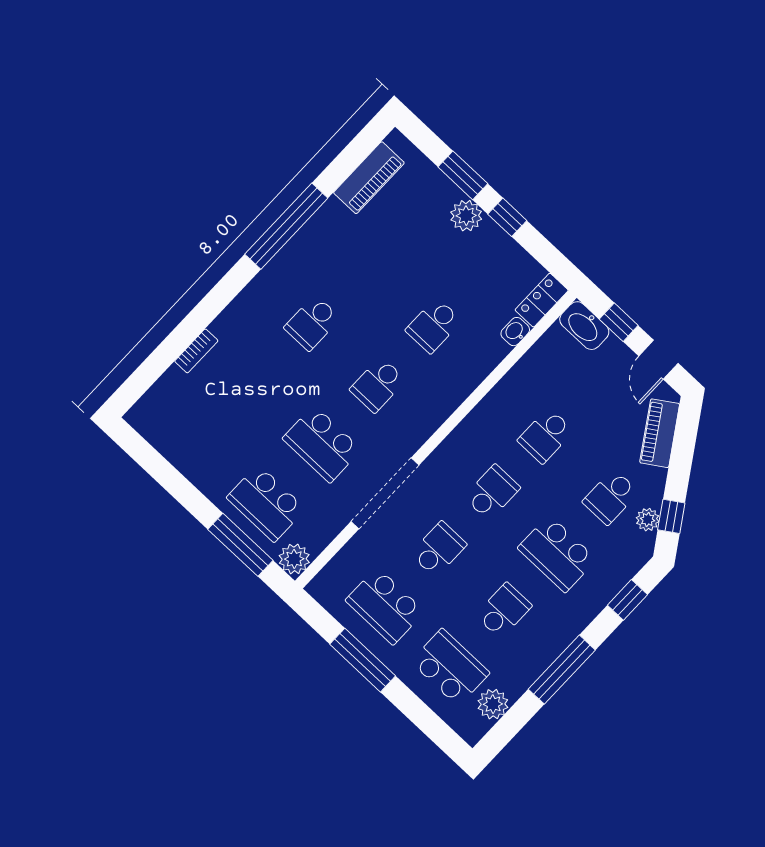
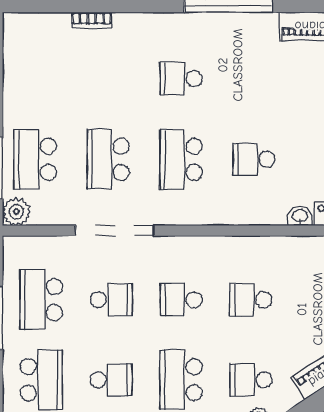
school desk: (378, 385) -> (181, 159), width x1.85
school desk: (492, 492) -> (181, 300), turned 180

